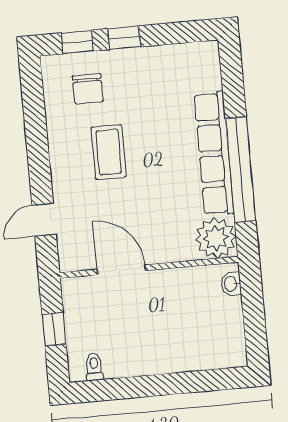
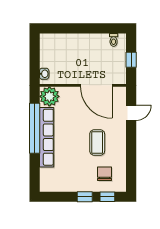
door: (121, 270) -> (96, 85), width x1.36

